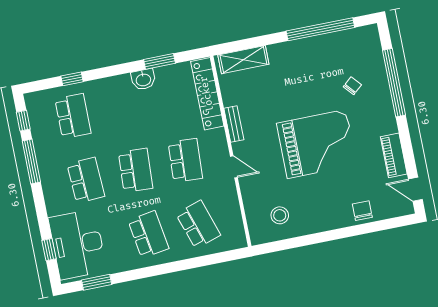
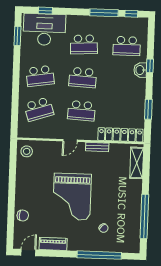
window: (72, 79) -> (150, 66), moved
washbasin: (143, 79) -> (140, 70), moved
stool: (280, 215) -> (27, 151), moved

